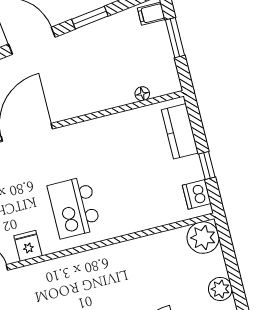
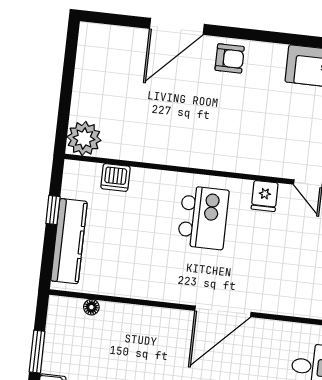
kitchen counter: (180, 131) -> (69, 241), width x1.50
dishwasher: (197, 194) -> (115, 177), moved, turned 90
plant: (220, 289) -> (86, 80), removed

